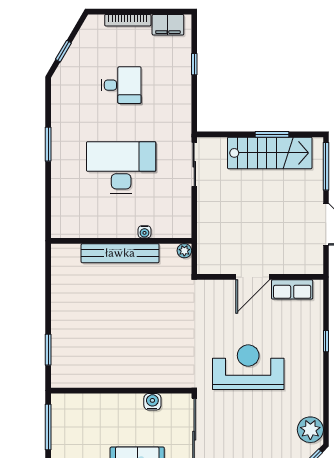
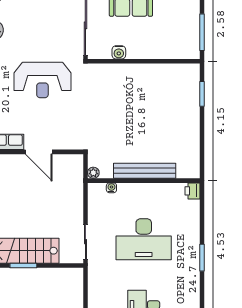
printer: (60, 228) -> (192, 191), added
water cooler: (144, 232) -> (111, 188), moved
door: (253, 277) -> (39, 152), swing flipped

